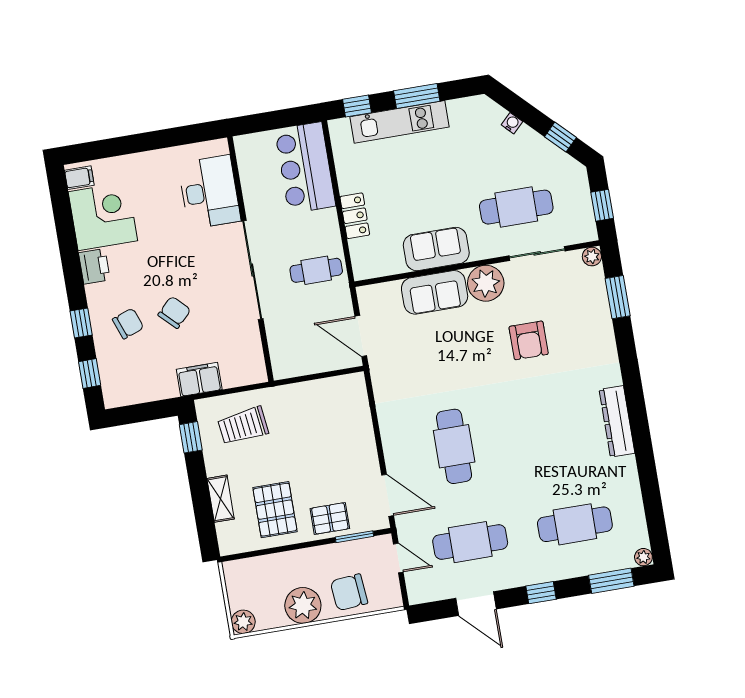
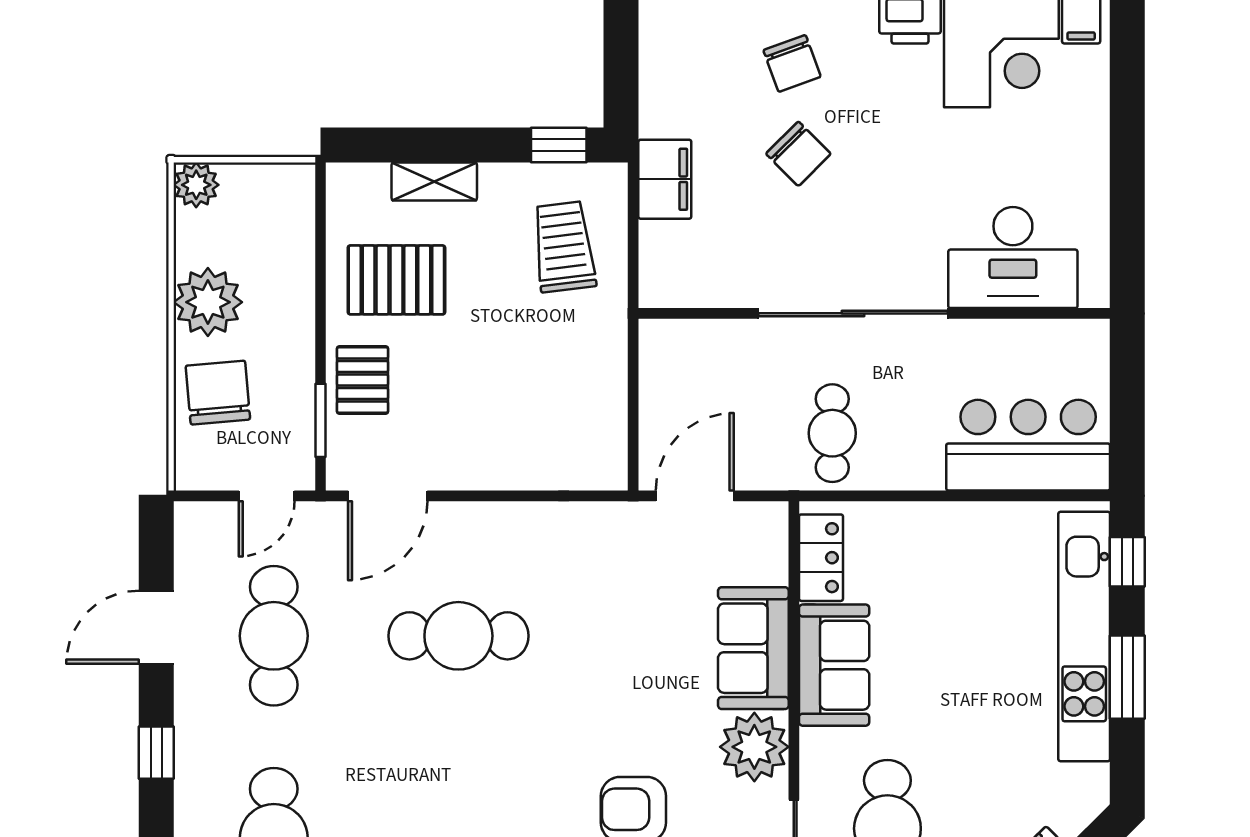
kitchen unit: (399, 122) -> (1084, 636), width x1.36
locker: (355, 216) -> (821, 558), moved, turned -90

